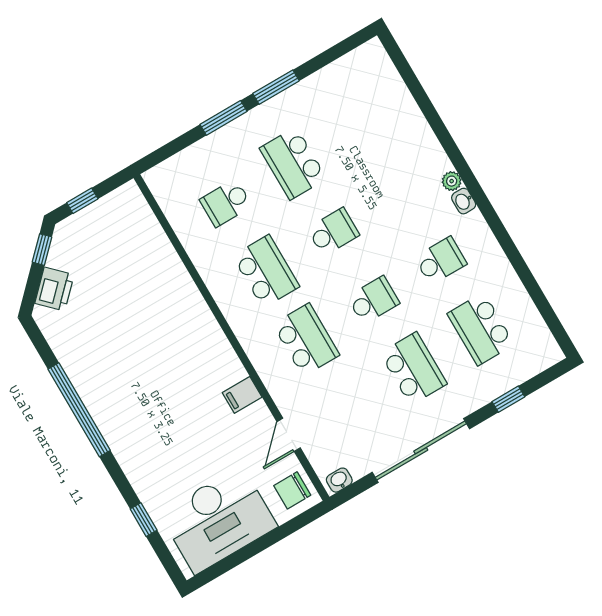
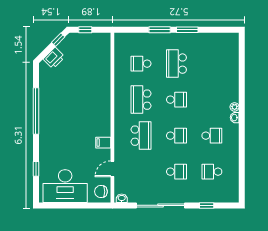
school desk: (266, 271) -> (141, 100), turned 180
school desk: (481, 329) -> (212, 172), width x0.54
school desk: (413, 369) -> (176, 172), width x0.54

